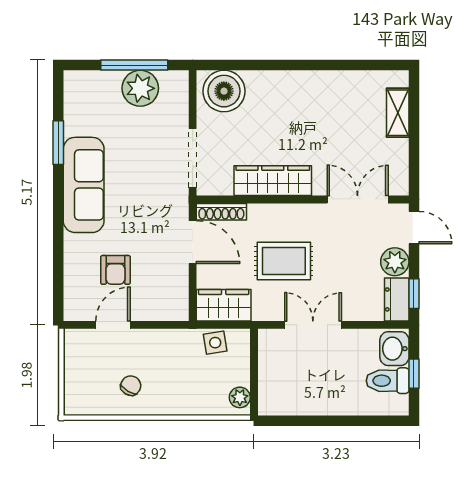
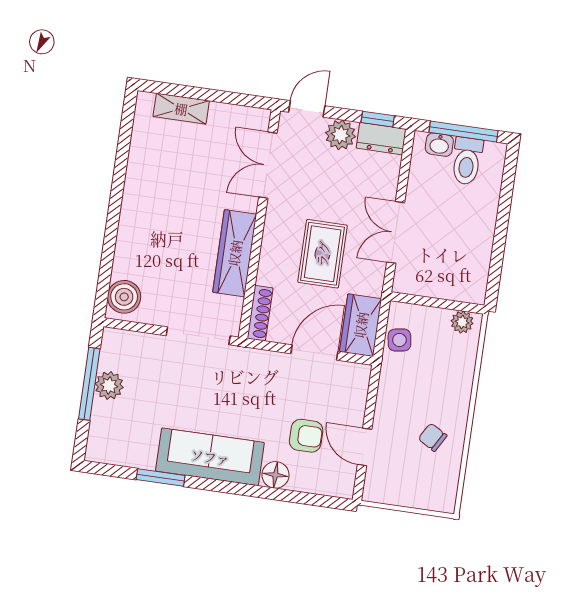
plant: (140, 88) -> (109, 386), width x0.73, depth x0.73
boiler: (224, 91) -> (124, 297), width x0.73, depth x0.73
door: (193, 242) -> (314, 352), moved
floor lamp: (76, 247) -> (275, 475), added
washbasin: (394, 349) -> (439, 145), width x0.72, depth x0.69
window: (414, 374) -> (463, 132), width x2.17

